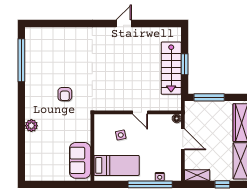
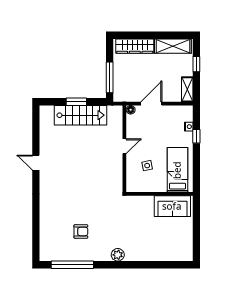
armchair: (65, 94) -> (81, 232), moved
plant: (31, 126) -> (118, 255), moved
window: (150, 184) -> (196, 136), width x0.32

